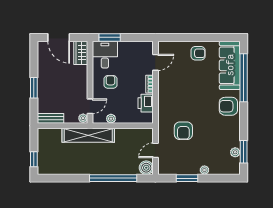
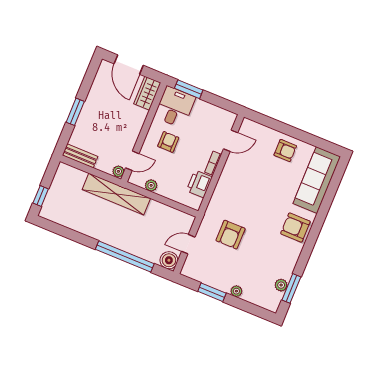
window: (244, 78) -> (327, 201), removed

